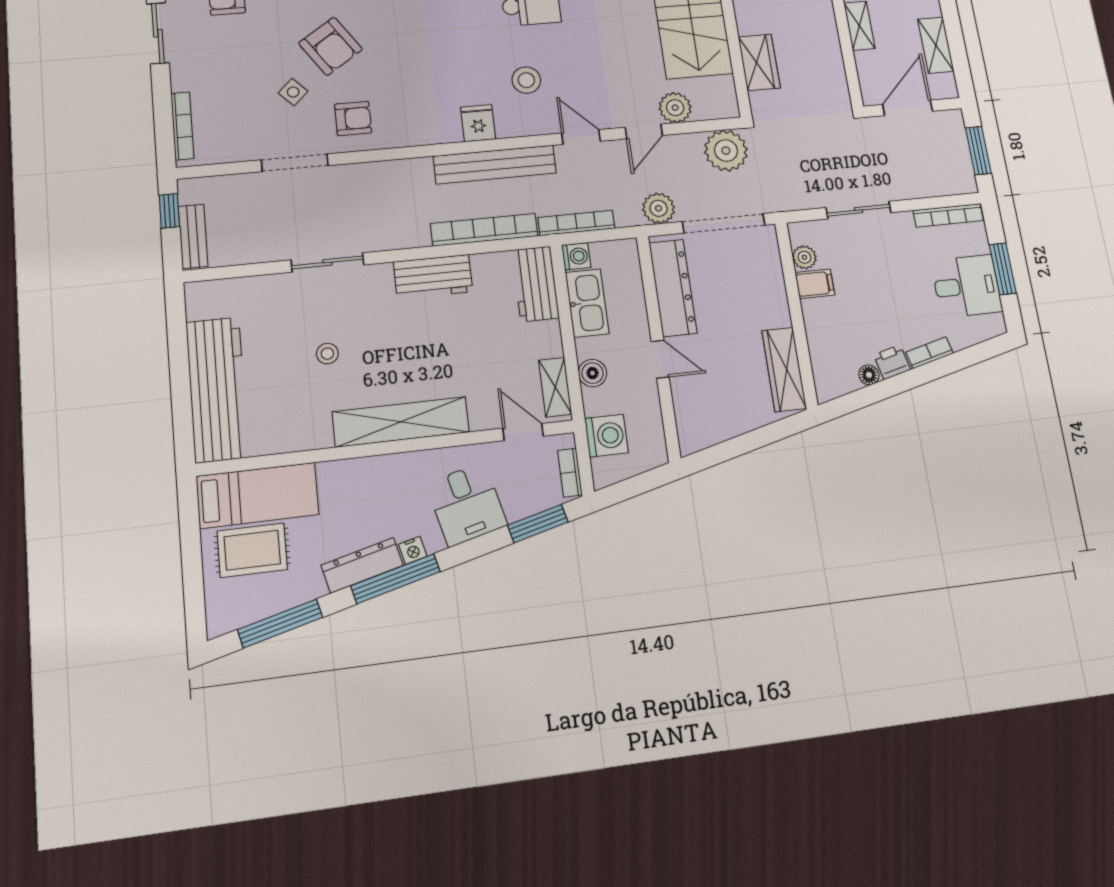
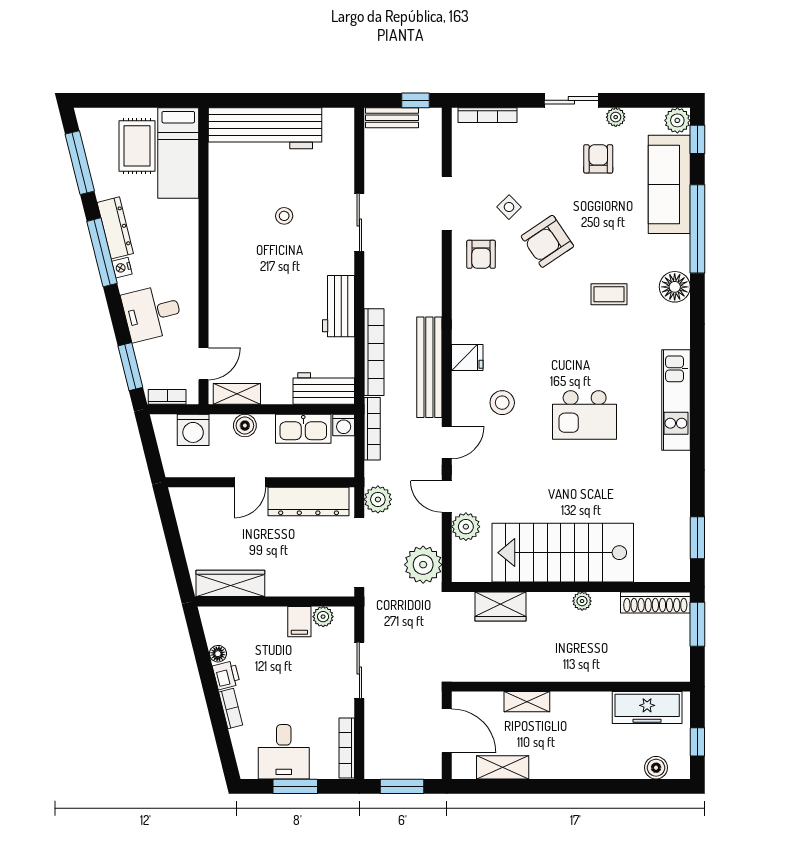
shelving: (401, 422) -> (223, 268), removed

